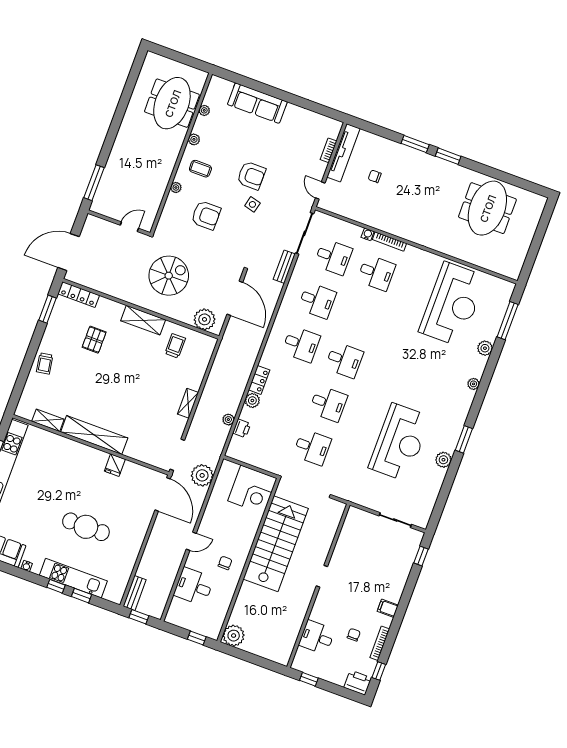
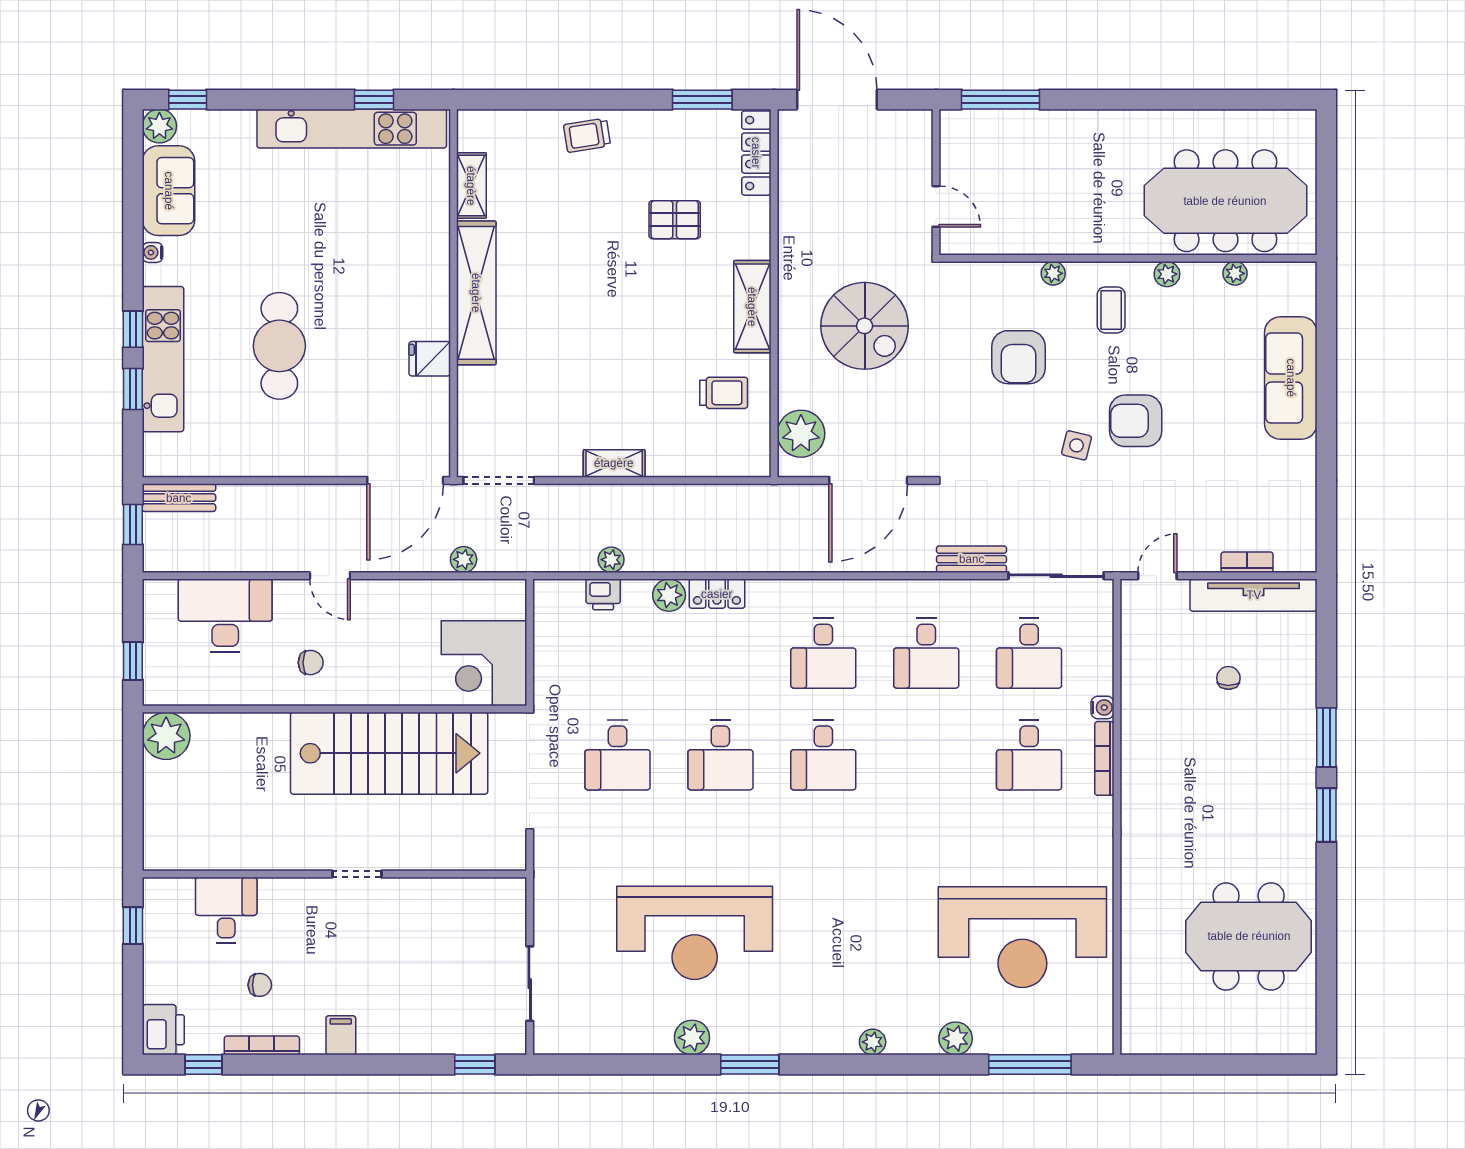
meeting table: (172, 103) -> (1225, 201), width x1.36
armchair: (251, 176) -> (1136, 421), turned 90
plant: (202, 475) -> (464, 559), width x0.53, depth x0.53
desk: (194, 586) -> (225, 616), width x1.37

